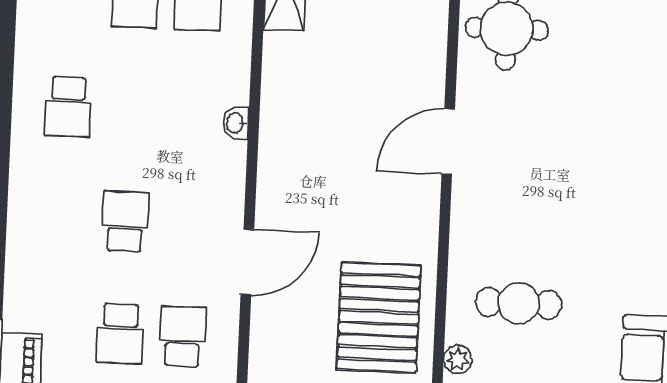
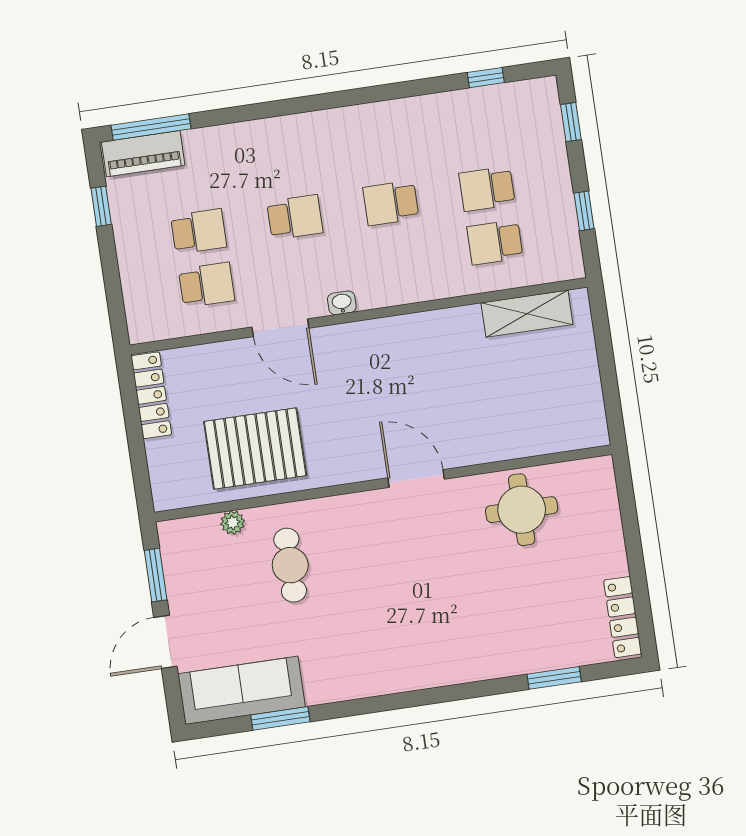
school desk: (68, 107) -> (391, 203), moved
washbasin: (236, 123) -> (342, 303), moved
school desk: (120, 334) -> (199, 231), turned 180

